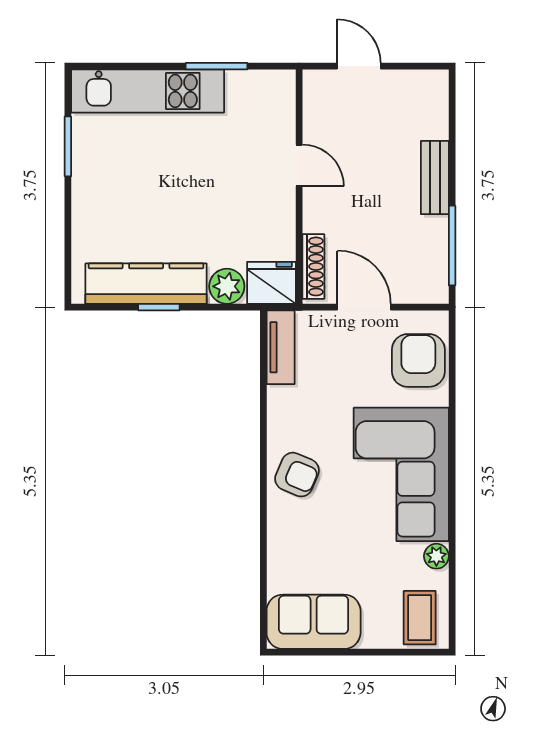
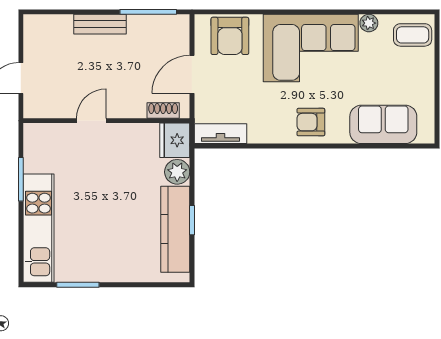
shoe rack: (313, 266) -> (163, 110), width x0.70
armchair: (418, 360) -> (230, 36), turned -90
armchair: (297, 475) -> (311, 122), turned -113
sofa: (314, 622) -> (383, 124), moved, turned 90

